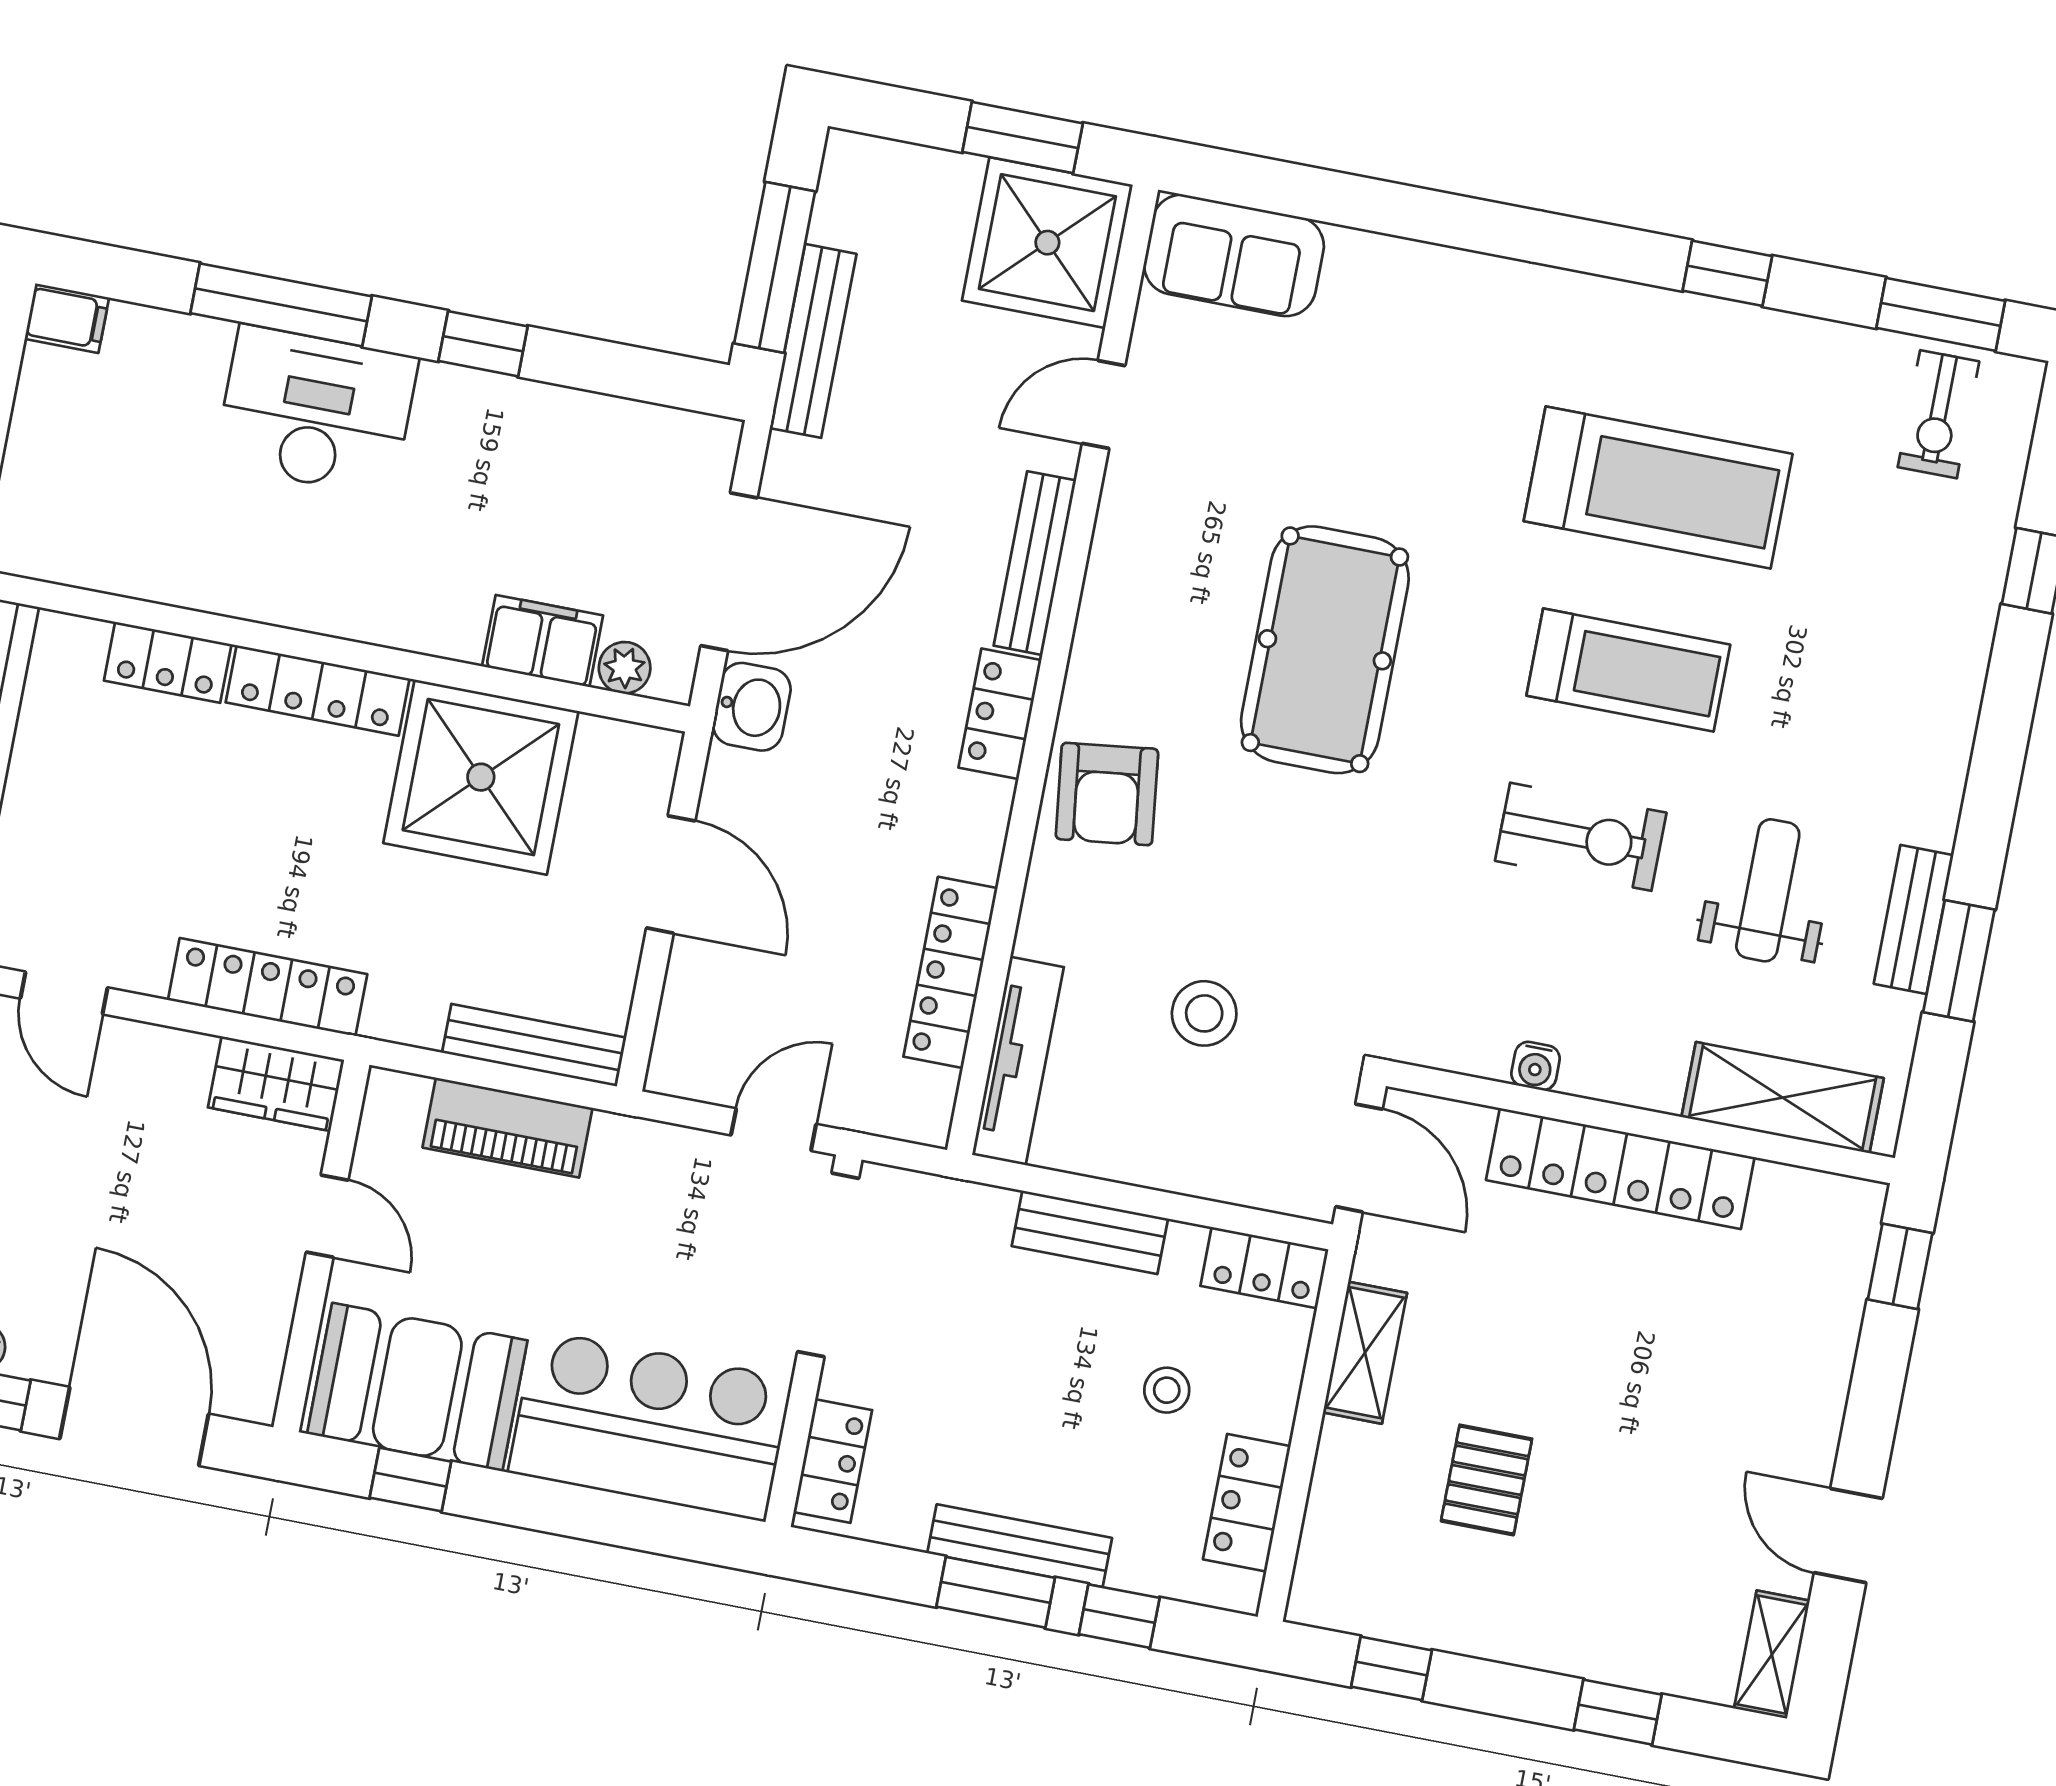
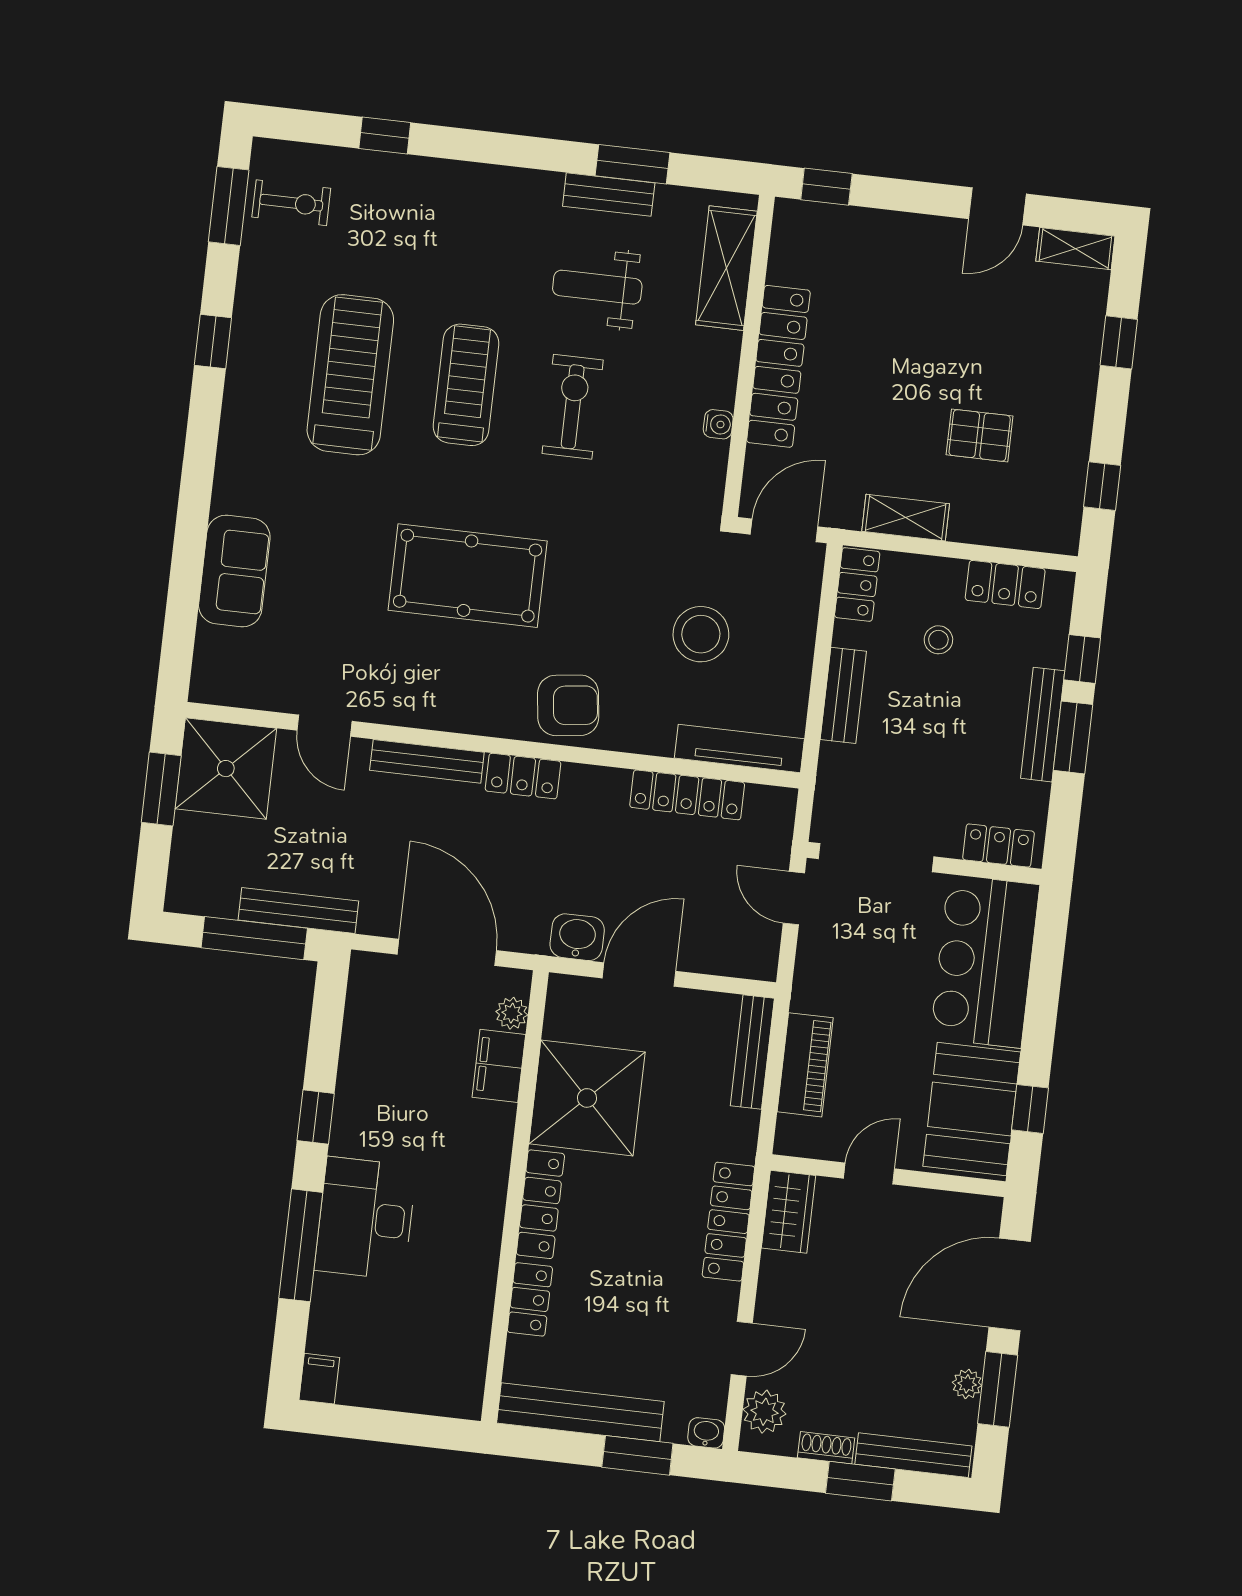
sofa: (1234, 255) -> (234, 571), moved
washbasin: (752, 707) -> (577, 937), moved
stool: (1204, 1013) -> (701, 634), width x1.38, depth x1.38

